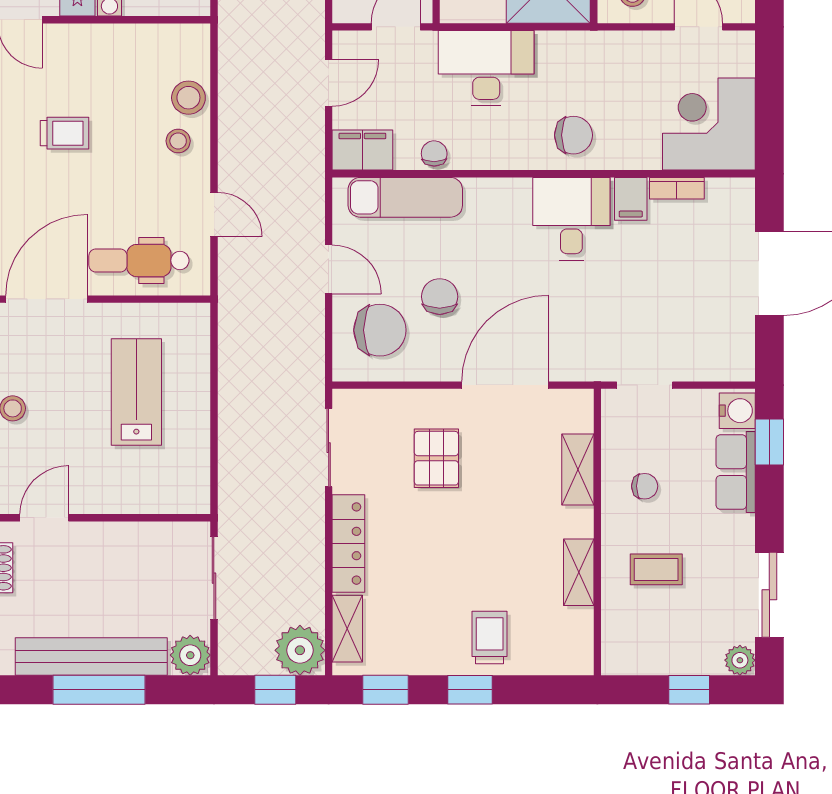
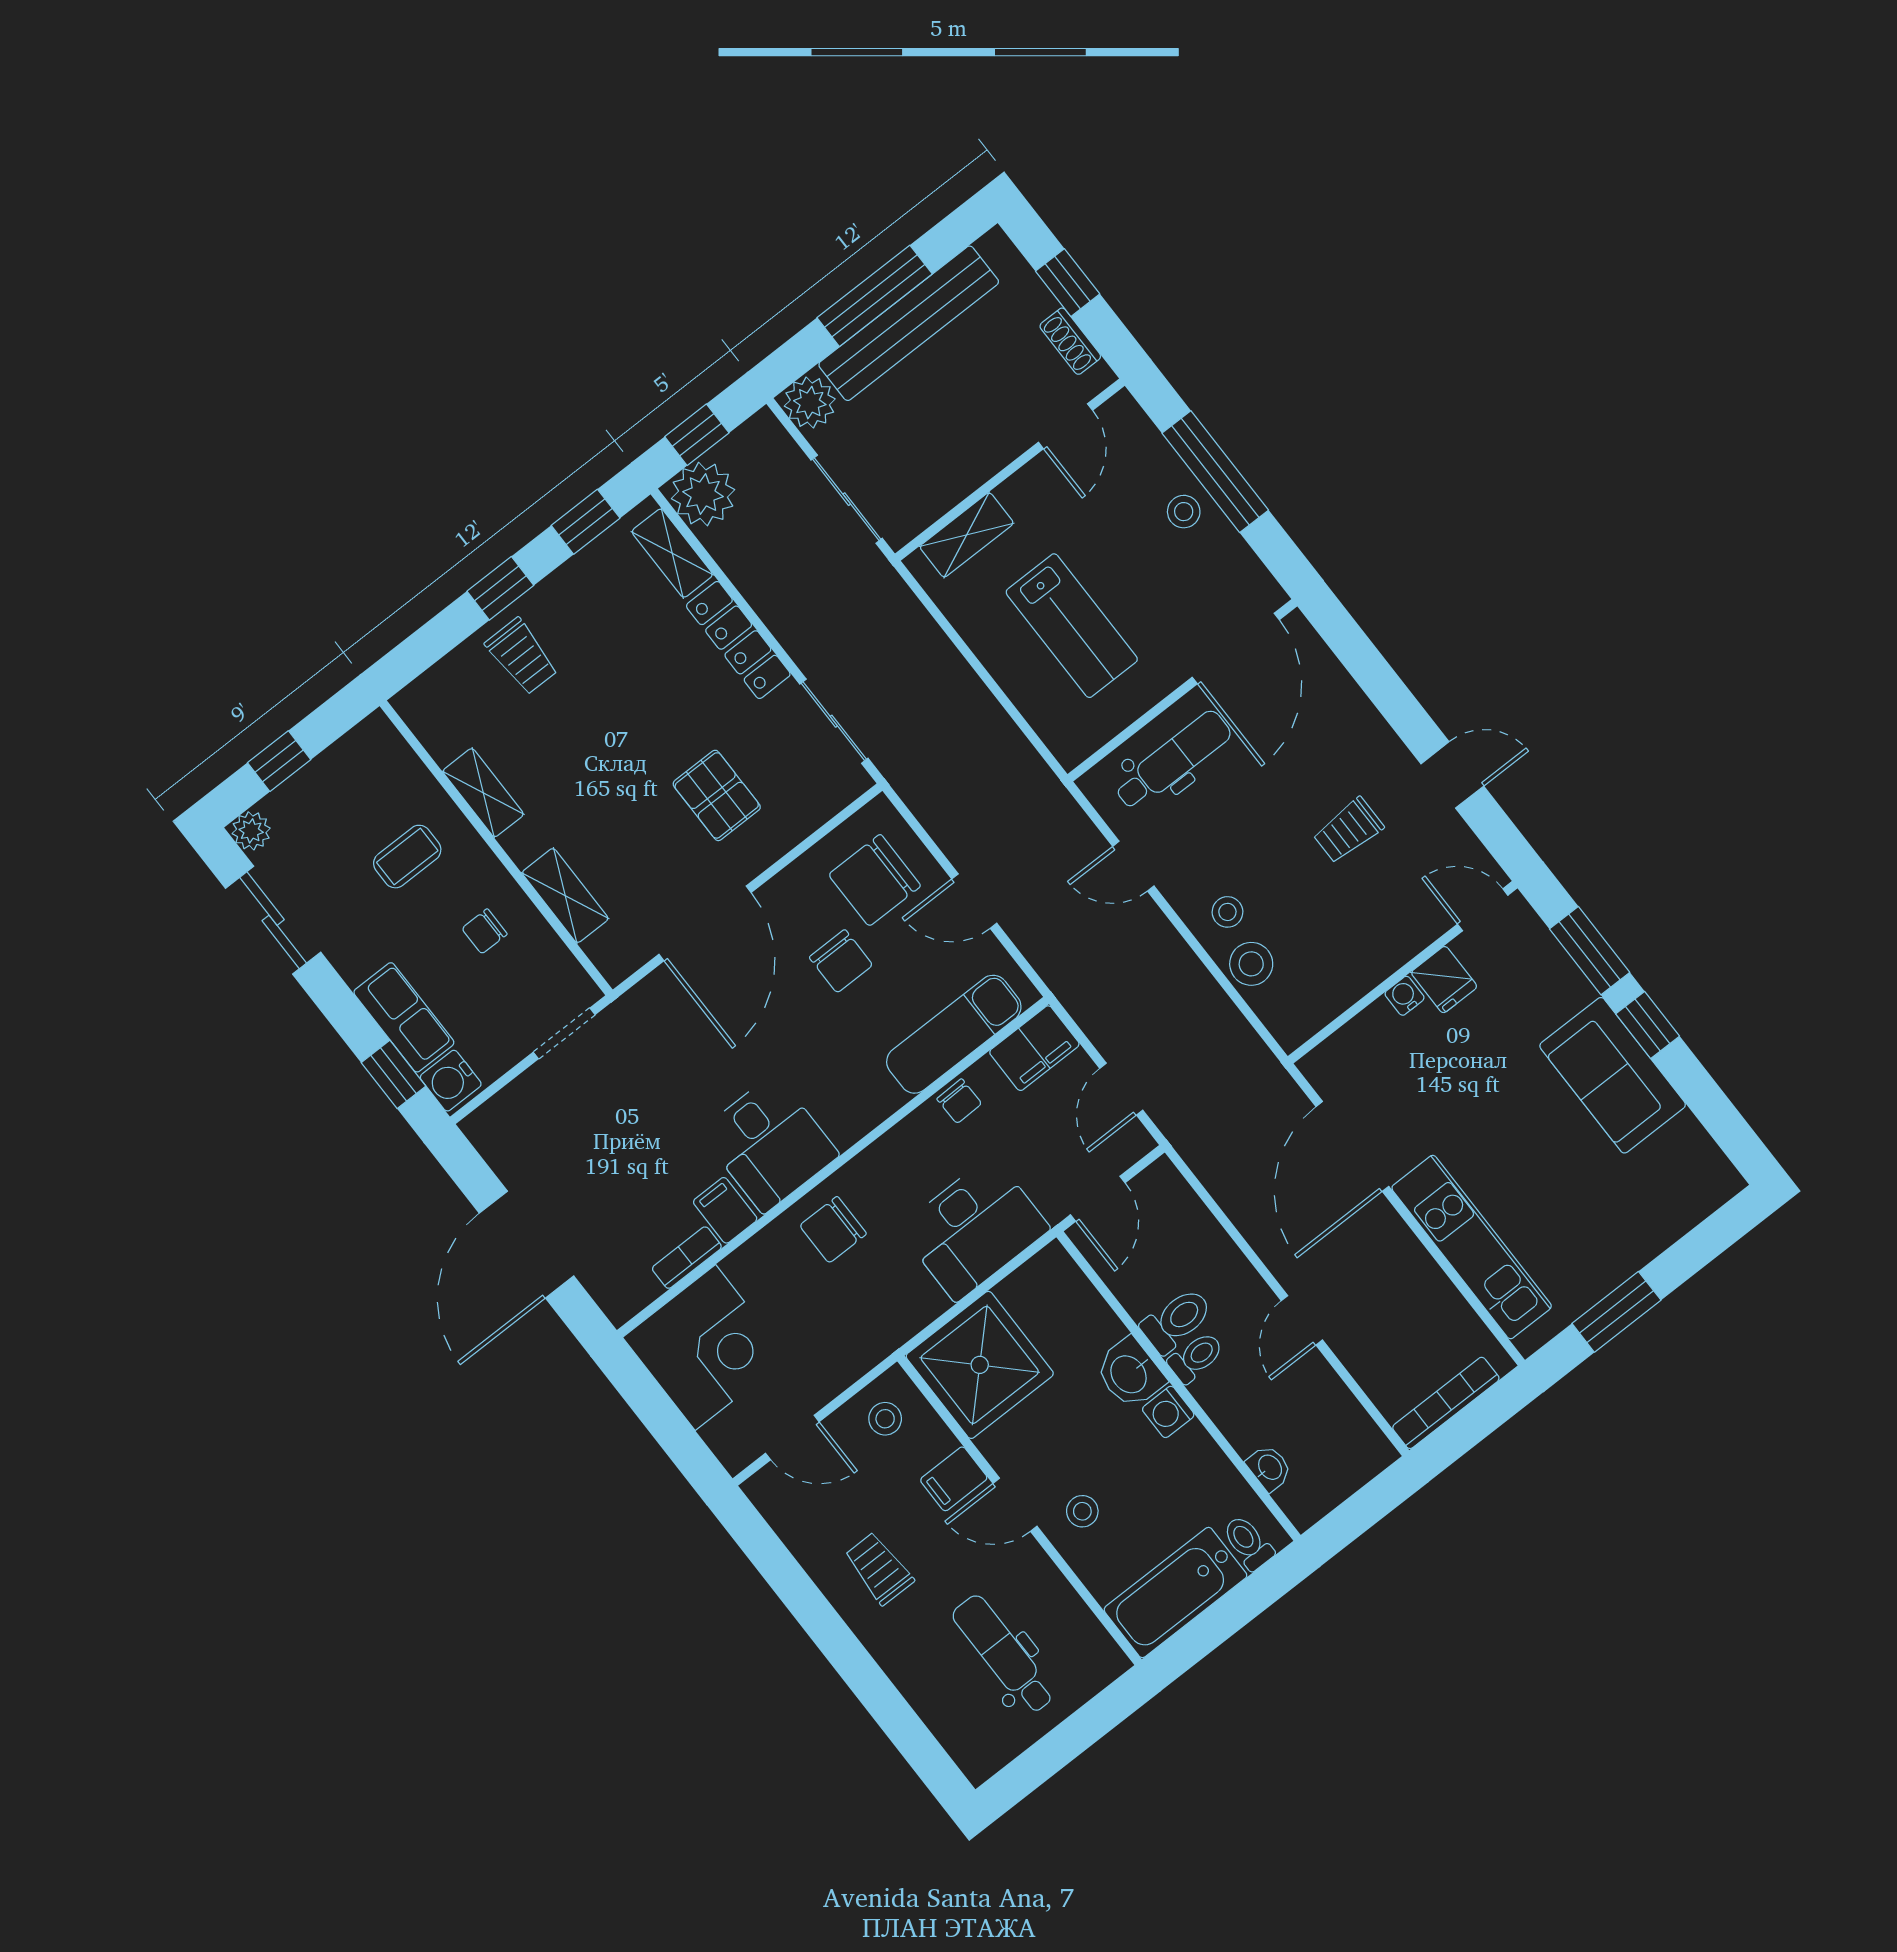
shelving: (157, 498) -> (967, 535), added

